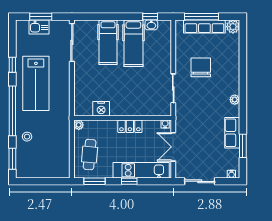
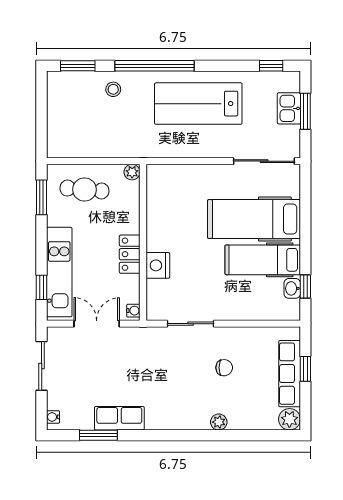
window: (201, 17) -> (305, 369), width x0.46
hospital bed: (108, 42) -> (254, 219), width x1.37, depth x1.29
window: (12, 65) -> (271, 66), moved
chair: (201, 67) -> (224, 368), width x0.54, depth x0.54
plant: (235, 100) -> (219, 422), moved
nightstand: (101, 109) -> (158, 265), moved
window: (129, 181) -> (42, 287), moved

